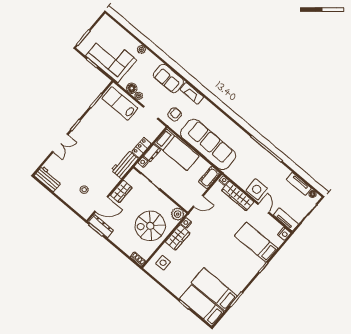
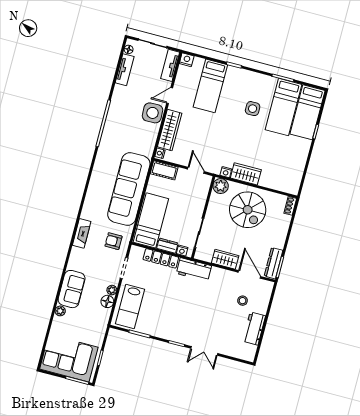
corner sofa: (111, 58) -> (69, 358), moved, turned 90
sofa: (168, 78) -> (72, 289), moved
double door: (60, 143) -> (204, 351), swing flipped
locker: (142, 147) -> (161, 258), width x1.53
workbench: (48, 179) -> (254, 329), moved
side table: (163, 263) -> (253, 109), moved

